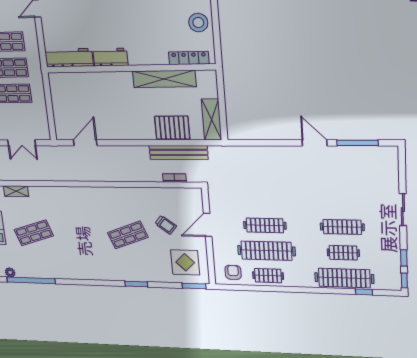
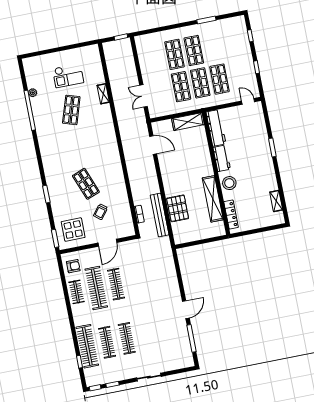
stool: (198, 23) -> (229, 183), moved
shelving: (212, 120) -> (188, 122), moved
door: (208, 225) -> (107, 243), swing flipped
shop shelf: (34, 233) -> (71, 110), turned 36
clothes rail: (343, 253) -> (107, 342), width x1.36

